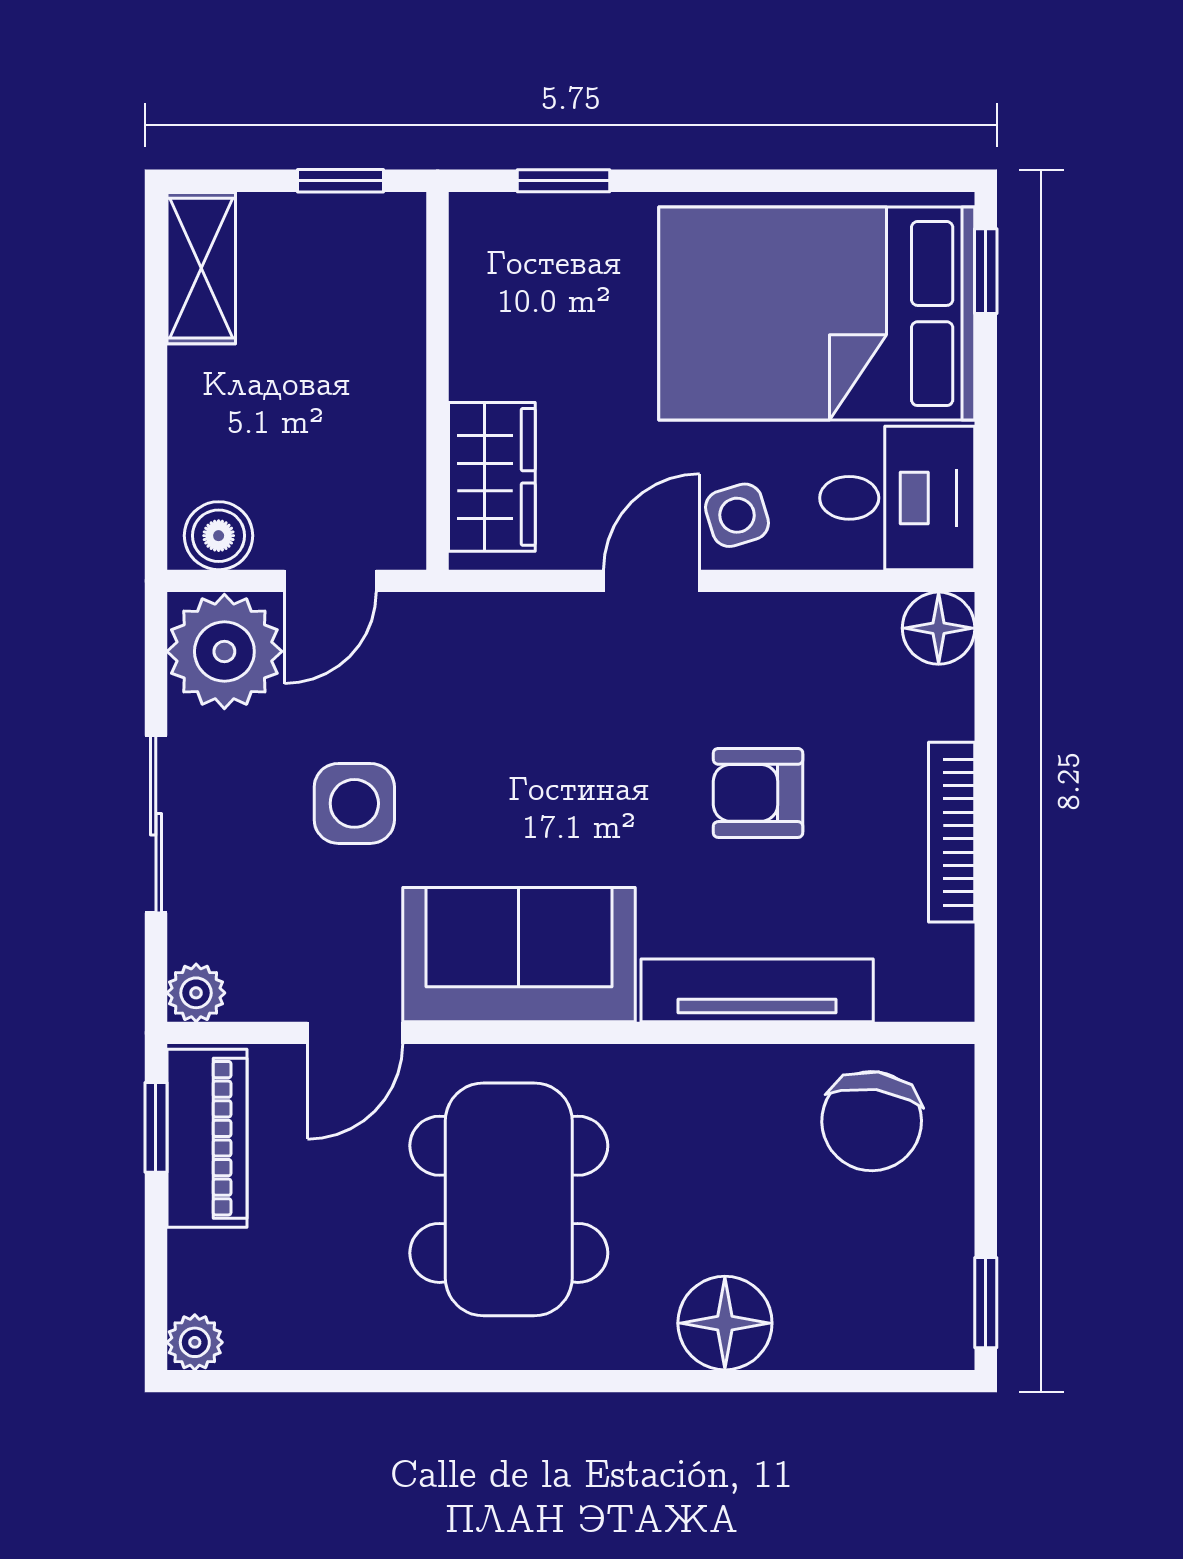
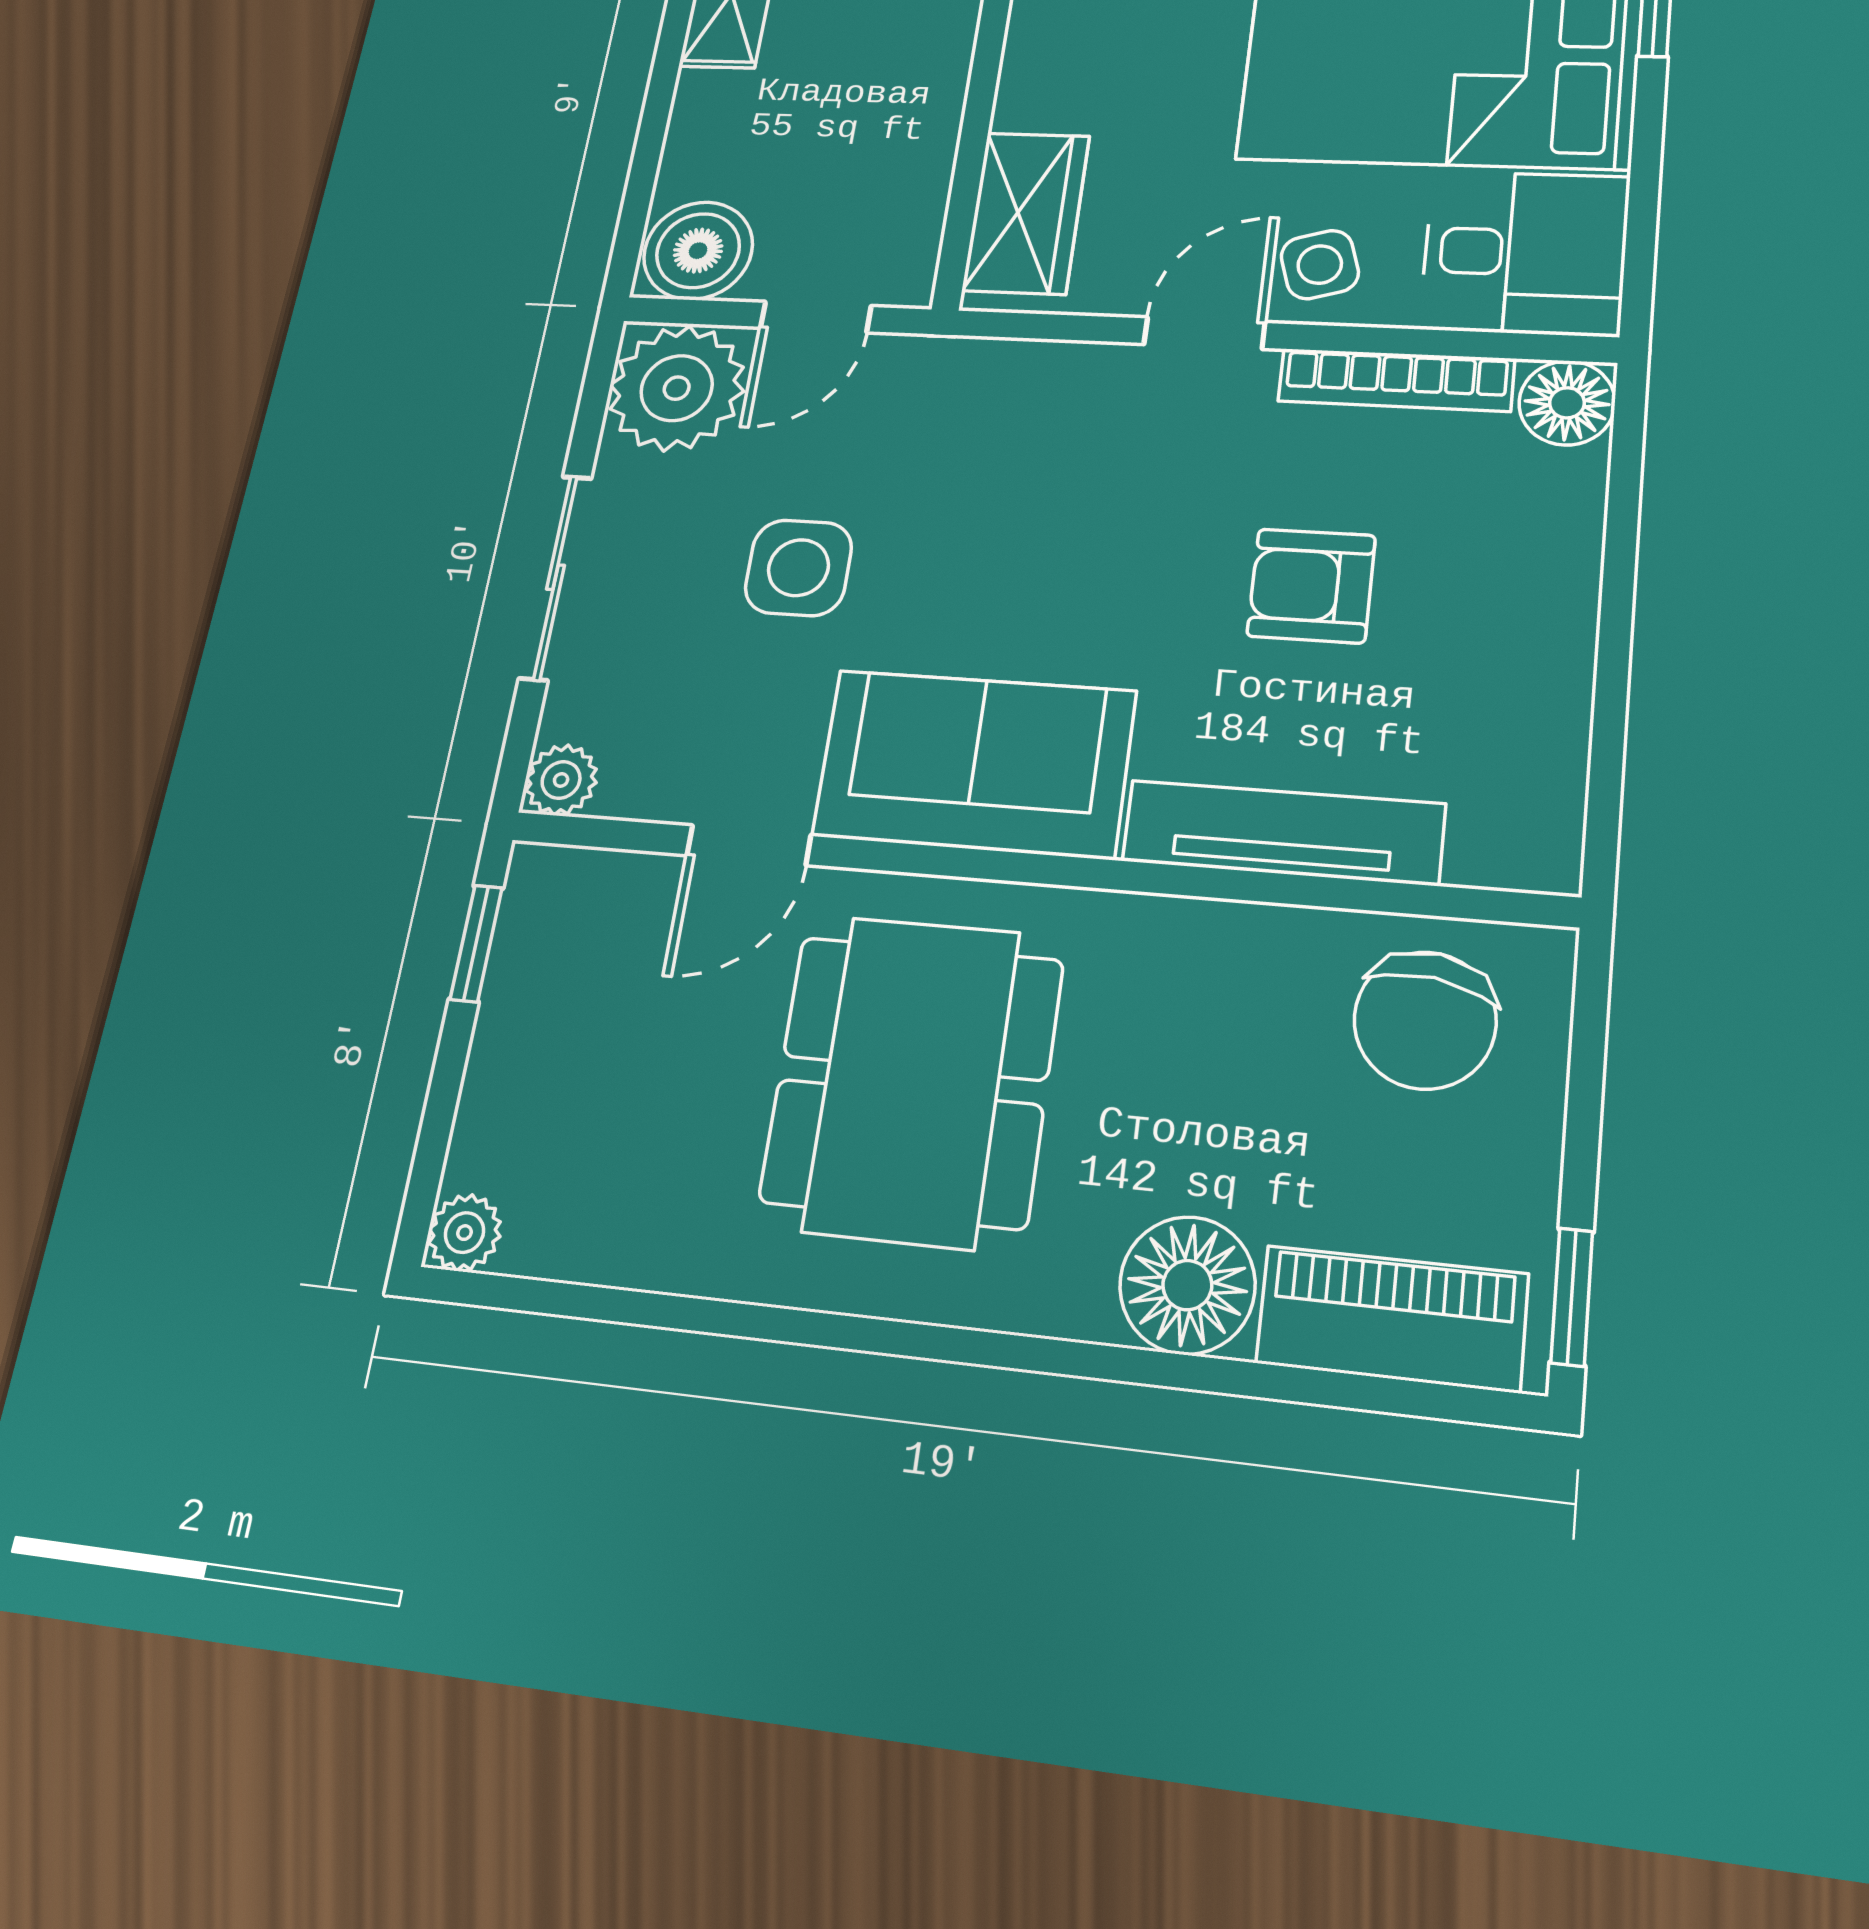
boiler: (219, 536) -> (698, 251), width x1.36, depth x1.36
bookcase: (952, 832) -> (1396, 380), moved, turned -90
piano: (207, 1138) -> (1392, 1318), moved, turned -90

